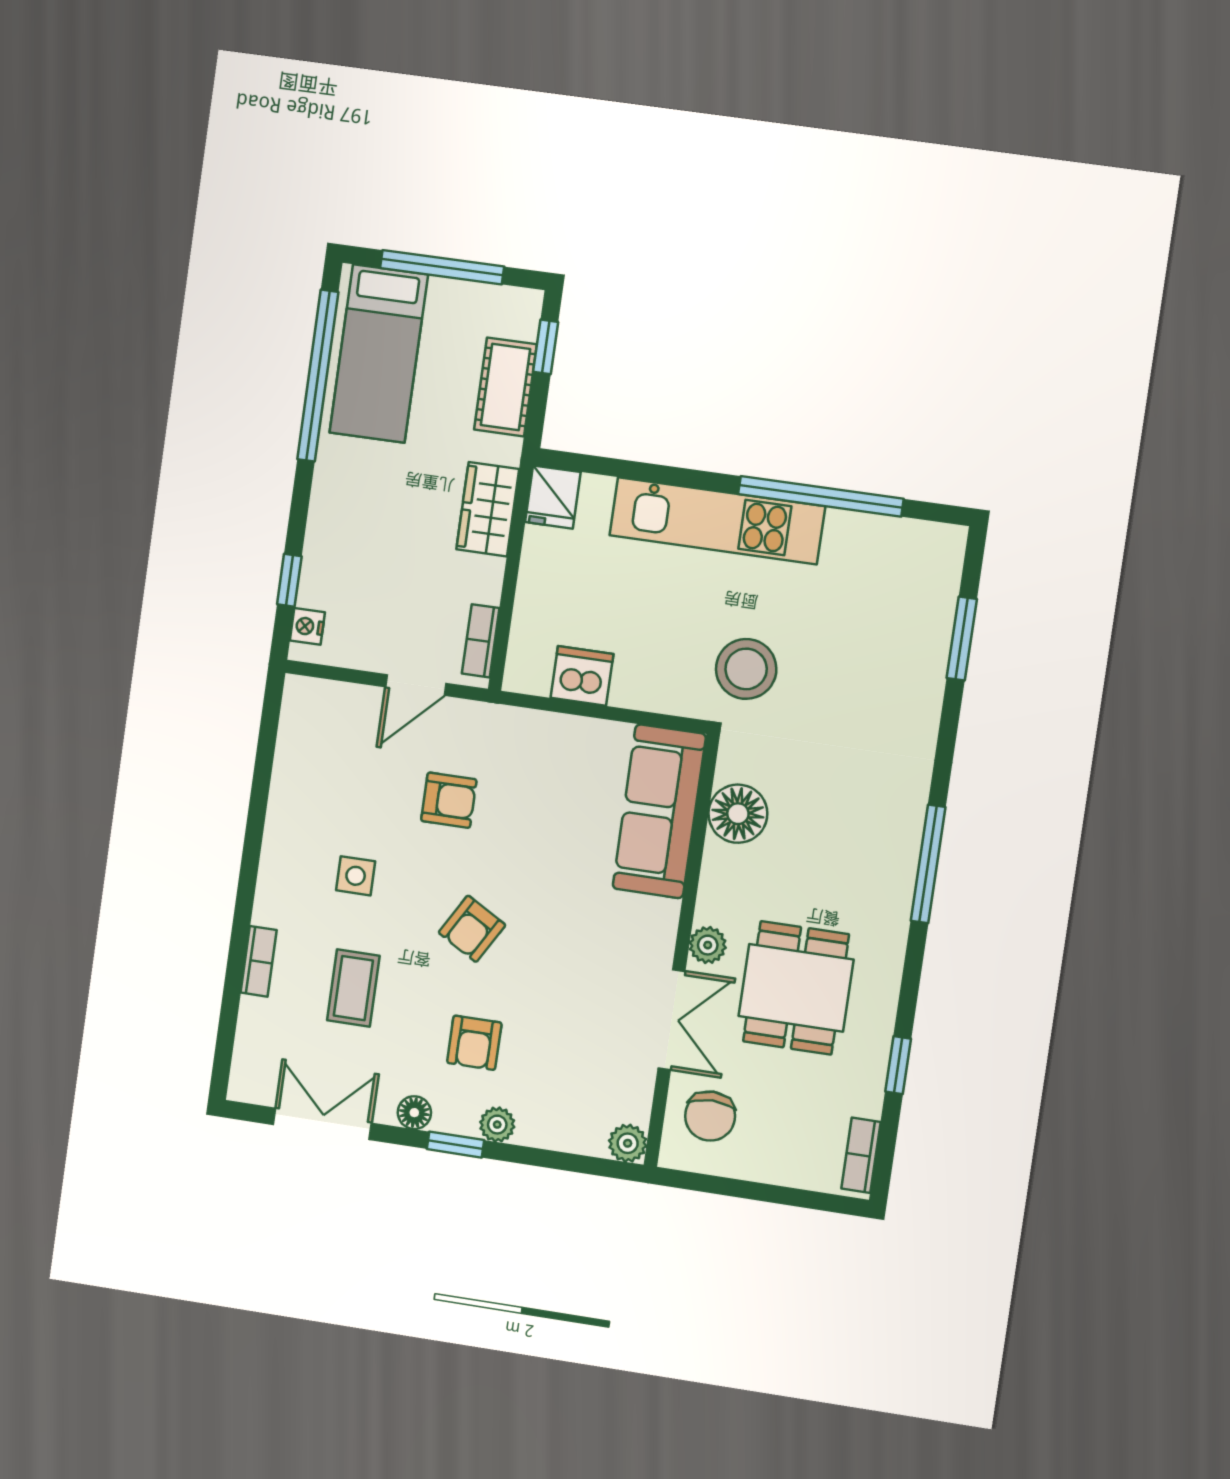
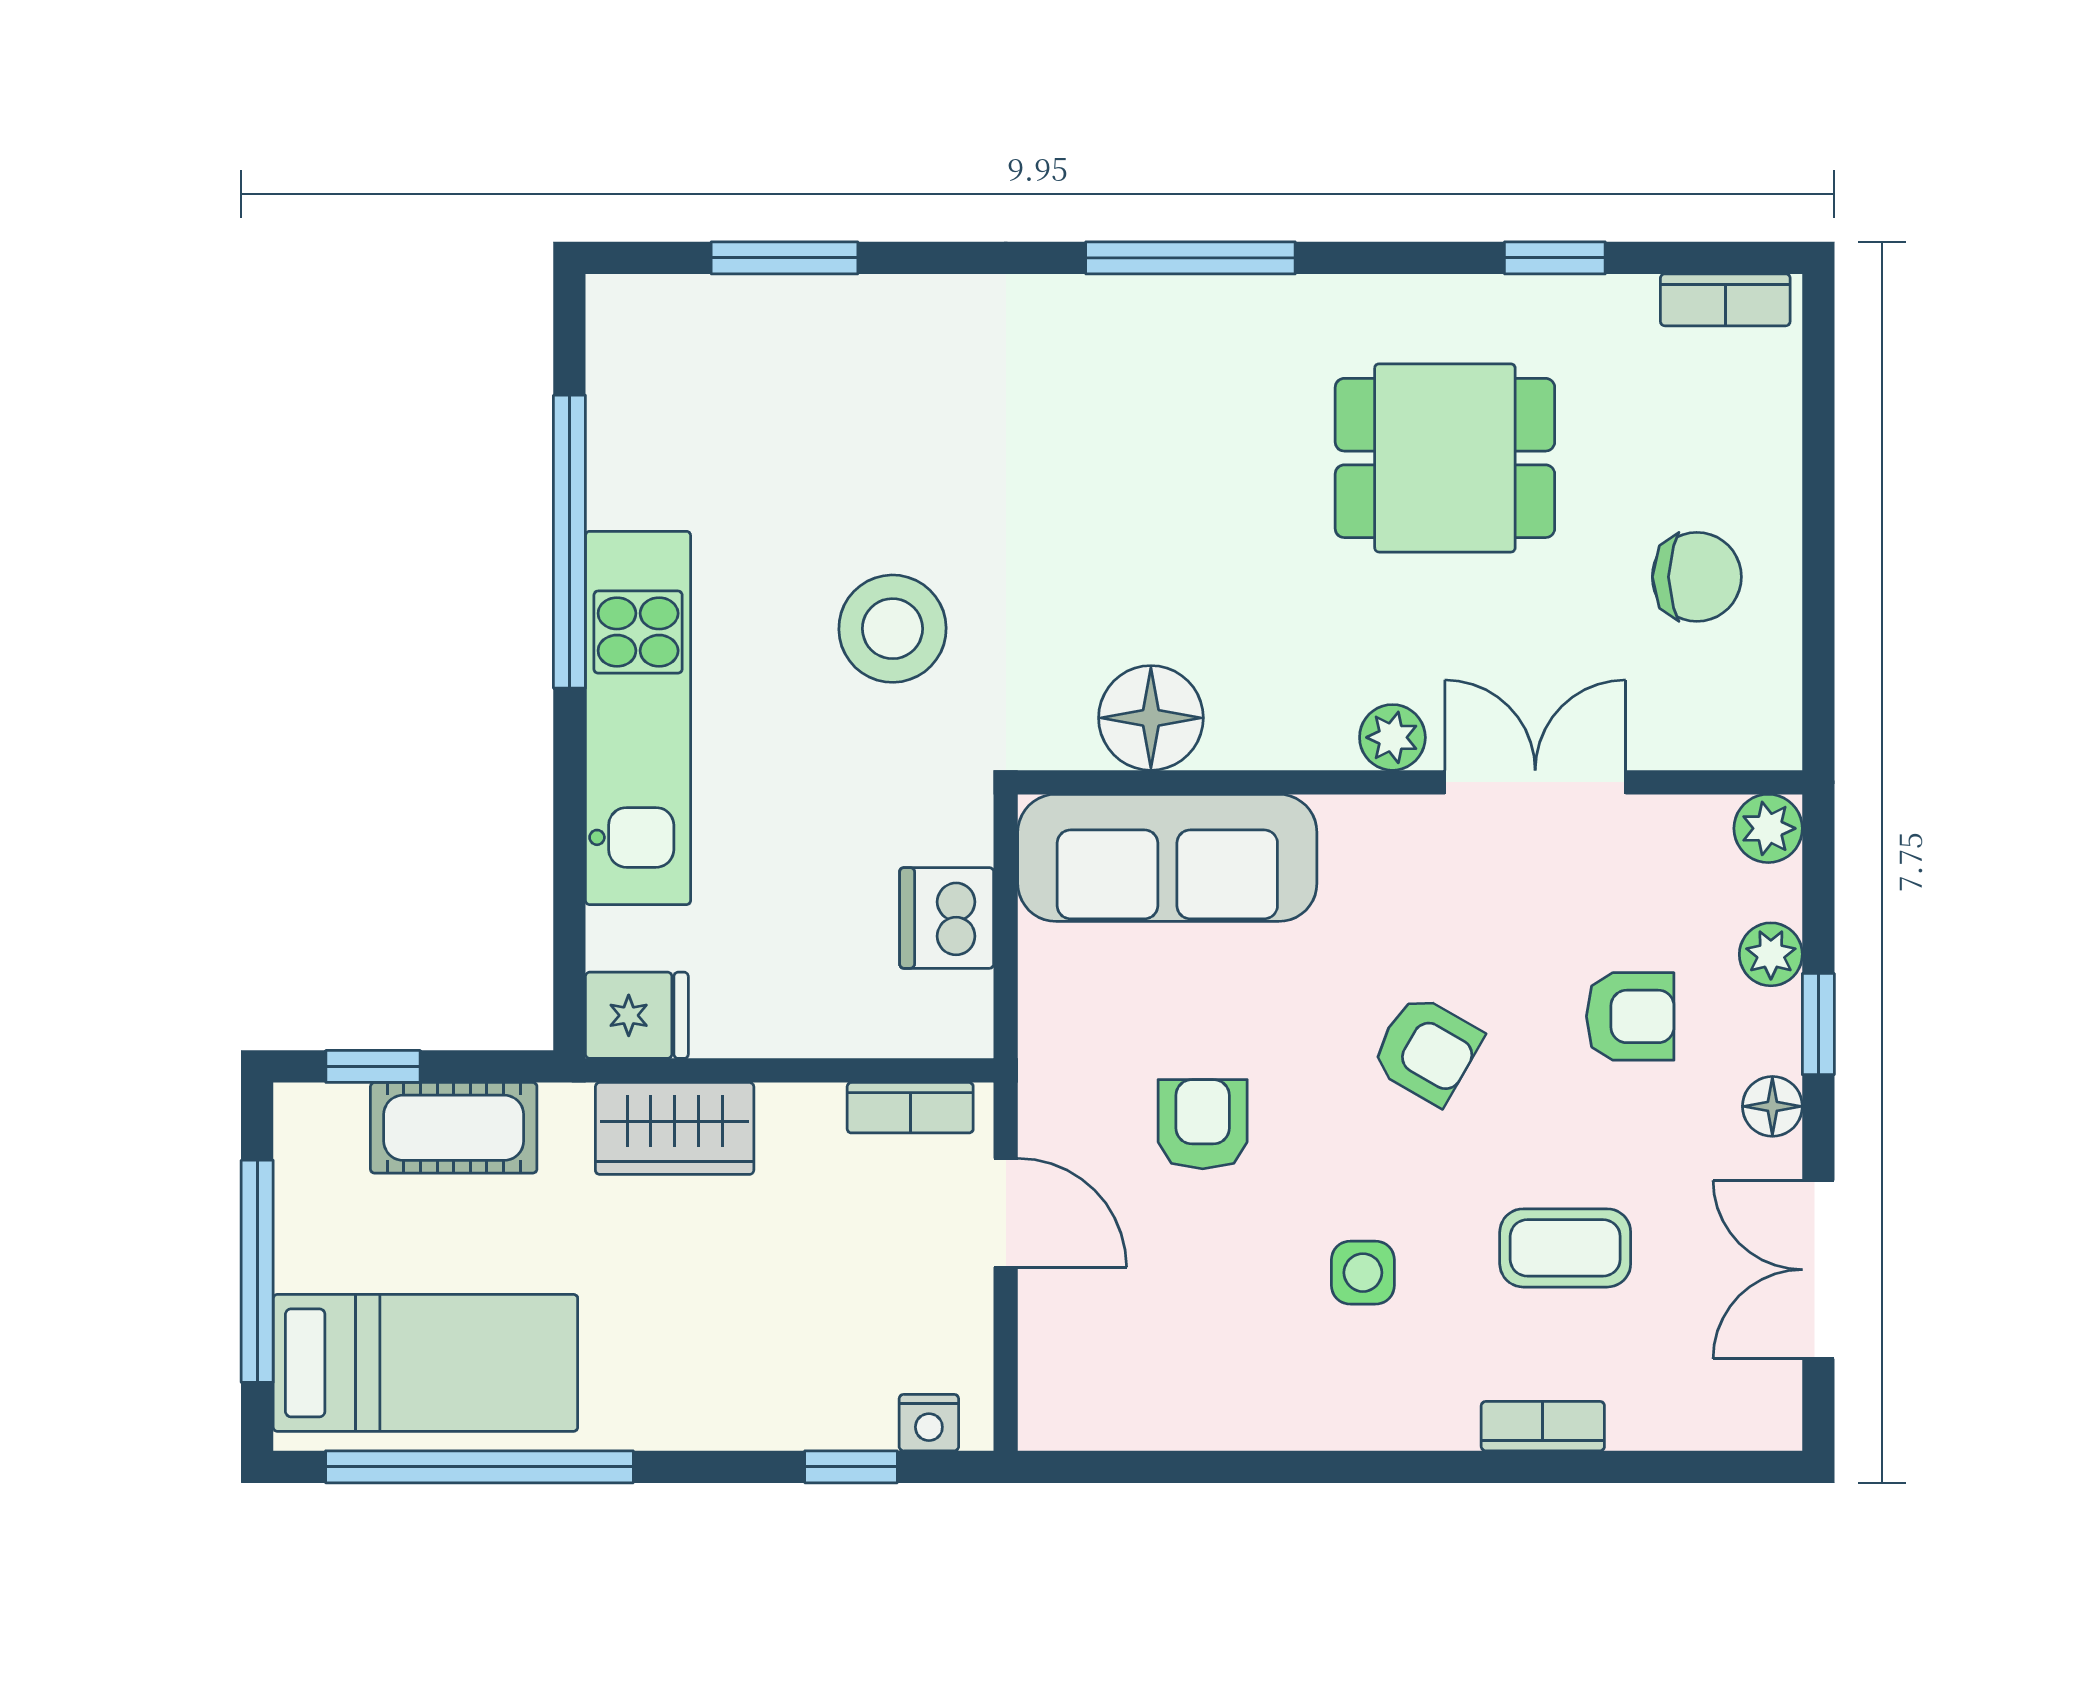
sofa: (659, 811) -> (1167, 858), moved
floor lamp: (738, 814) -> (1151, 718), moved
plant: (708, 945) -> (1392, 737), moved
wall: (682, 951) -> (1410, 782), moved
double door: (672, 1020) -> (1535, 782), moved
plant: (628, 1143) -> (1768, 828), moved

